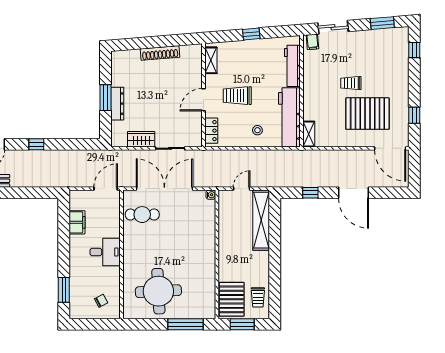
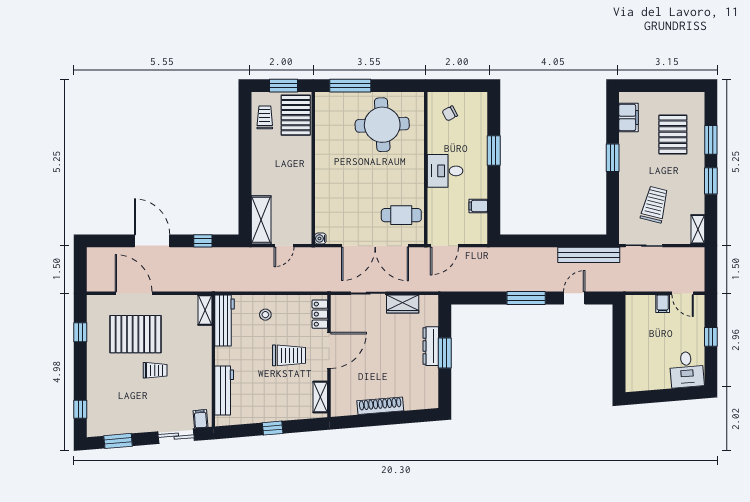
door: (203, 100) -> (329, 350), width x1.36
workbench: (289, 117) -> (225, 320), width x0.73, depth x0.76
window: (36, 144) -> (526, 298), width x2.17
door: (390, 148) -> (134, 293), moved
shelving: (261, 220) -> (261, 220), width x0.68
filing cabinet: (77, 222) -> (478, 206), width x0.50
window: (64, 290) -> (494, 150), moved

